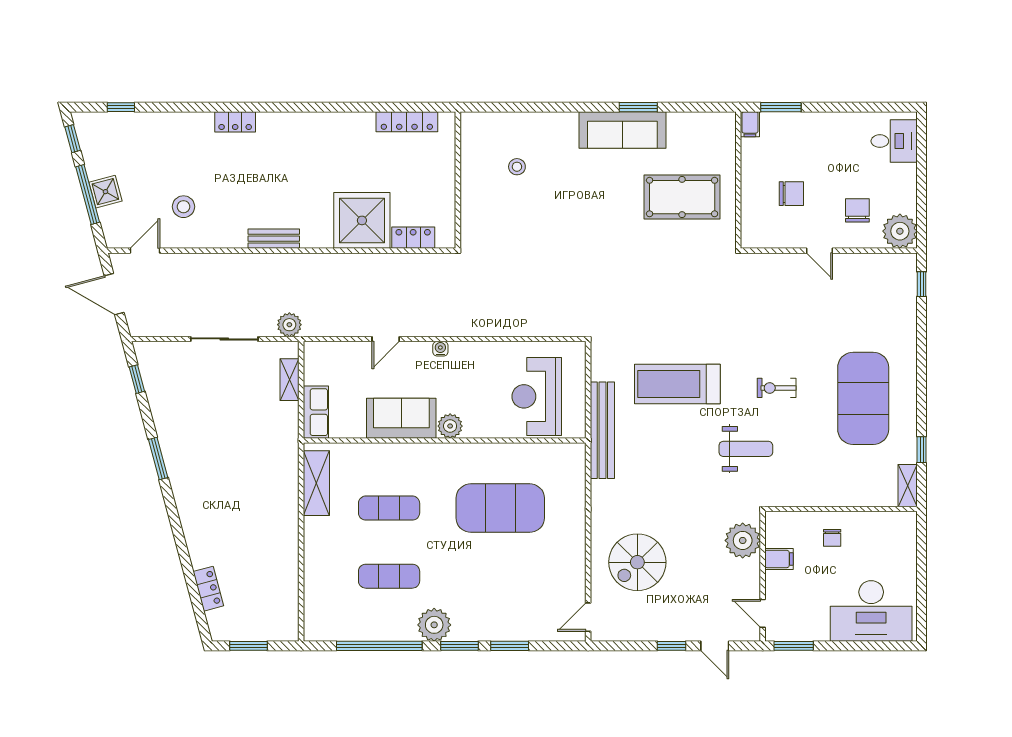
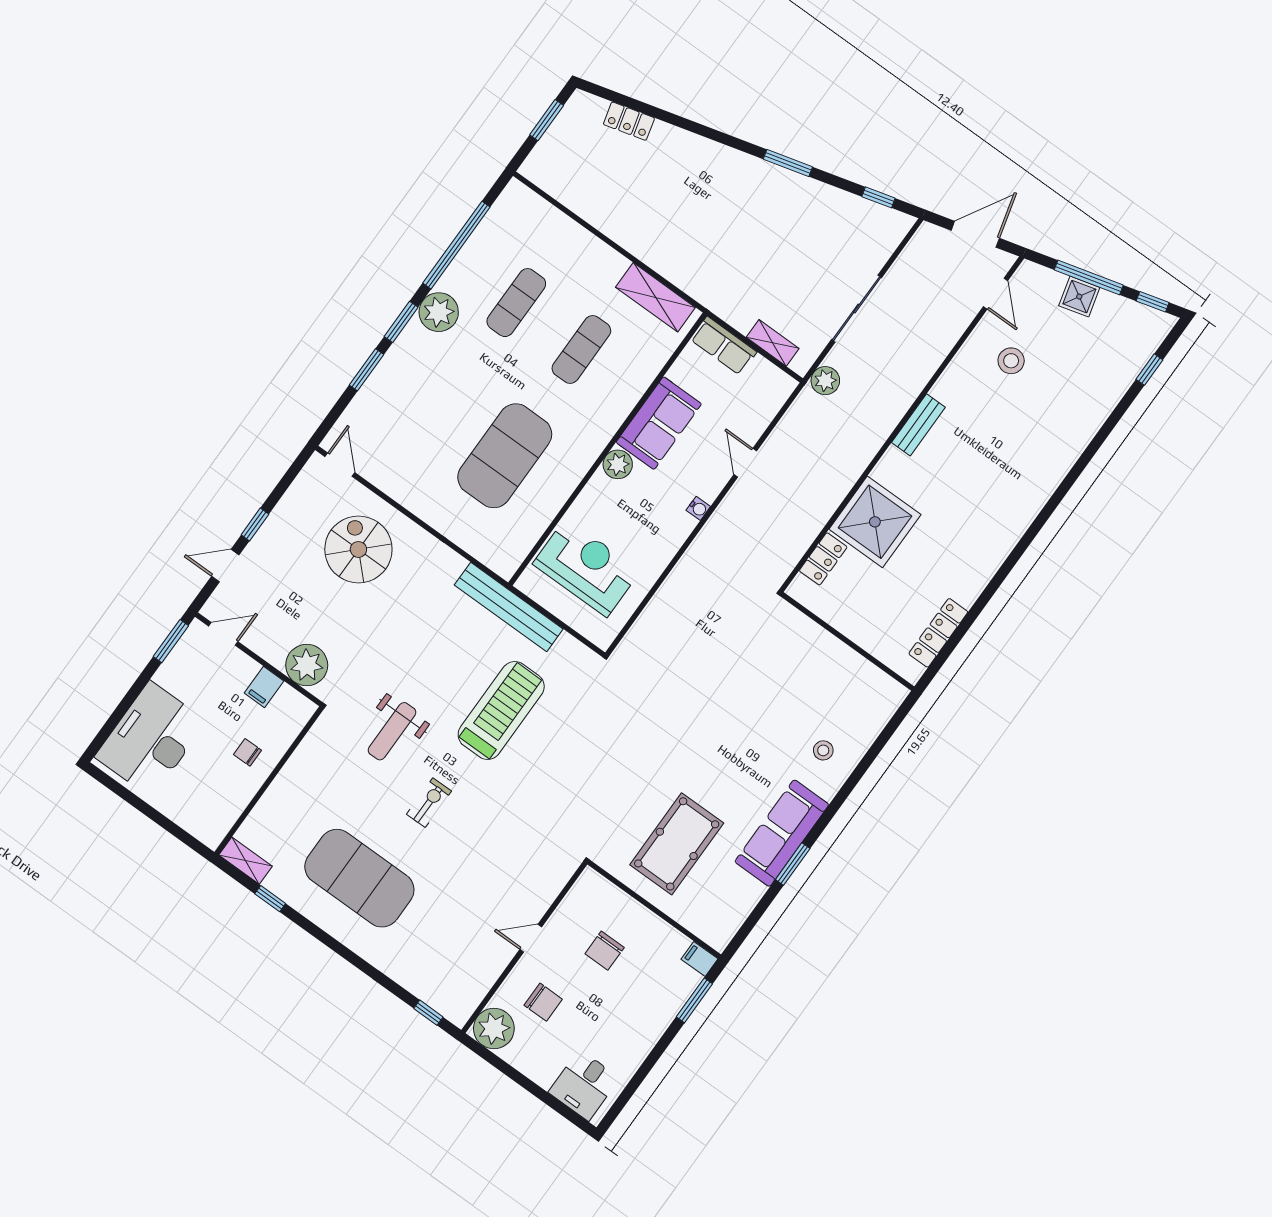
locker: (235, 122) -> (1057, 469), removed
stool: (517, 167) -> (823, 750), moved

